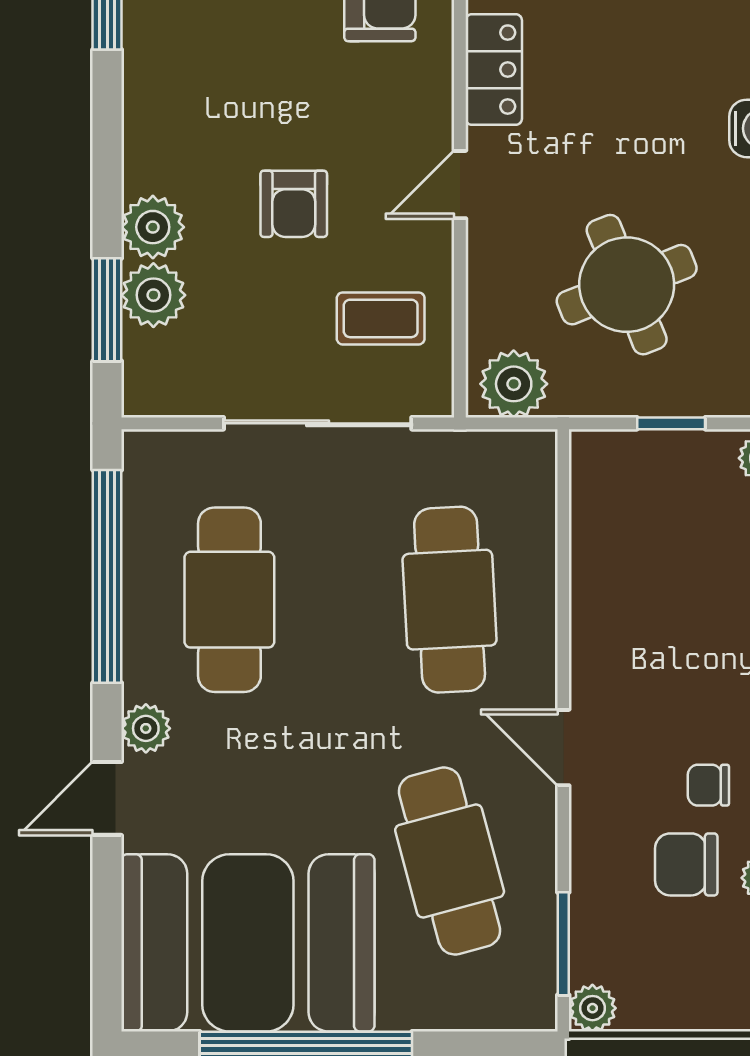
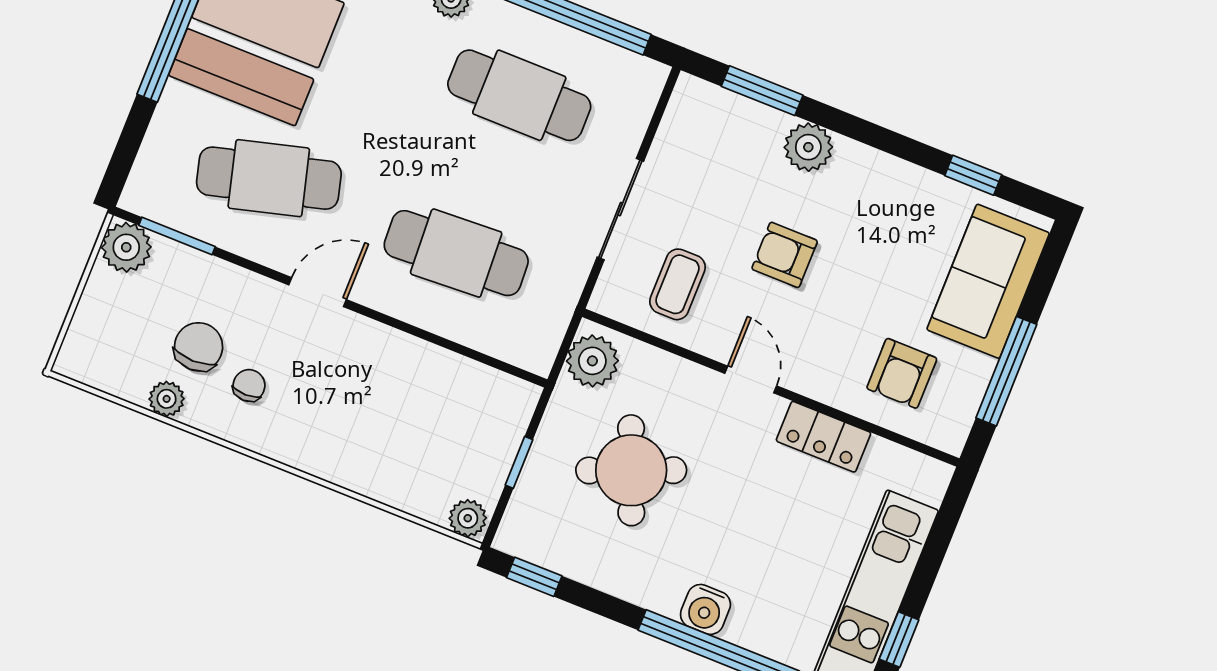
plant: (153, 295) -> (759, 128), removed
sliding door: (318, 423) -> (620, 209), width x0.73
plant: (592, 1008) -> (126, 247), width x1.38, depth x1.38

